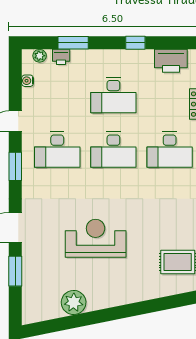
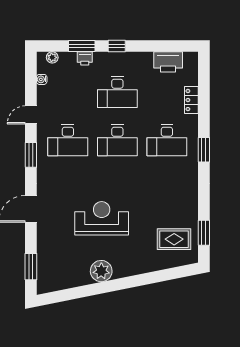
window: (135, 43) -> (117, 46), moved
printer: (61, 57) -> (85, 58), moved
window: (15, 271) -> (31, 267), moved
plant: (74, 302) -> (101, 271), moved

